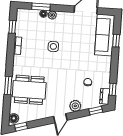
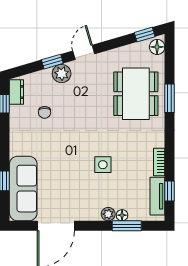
tv unit: (20, 24) -> (157, 196), added
dining table: (29, 90) -> (136, 94), turned 90
window: (96, 111) -> (52, 62), moved

